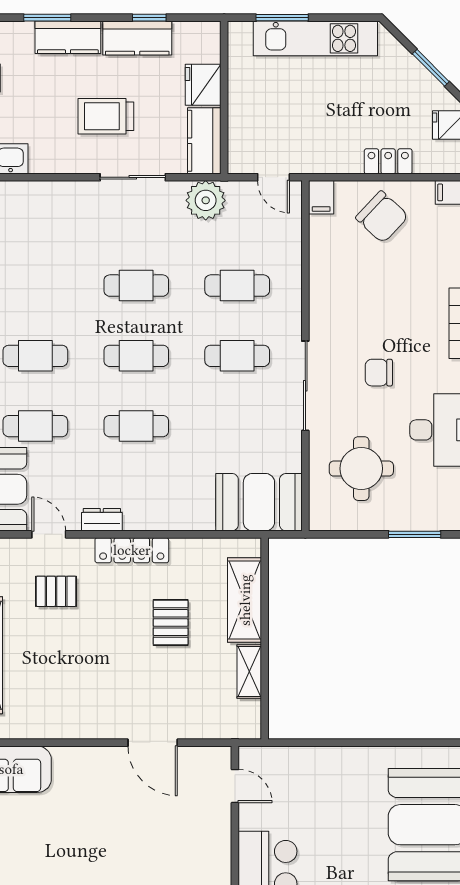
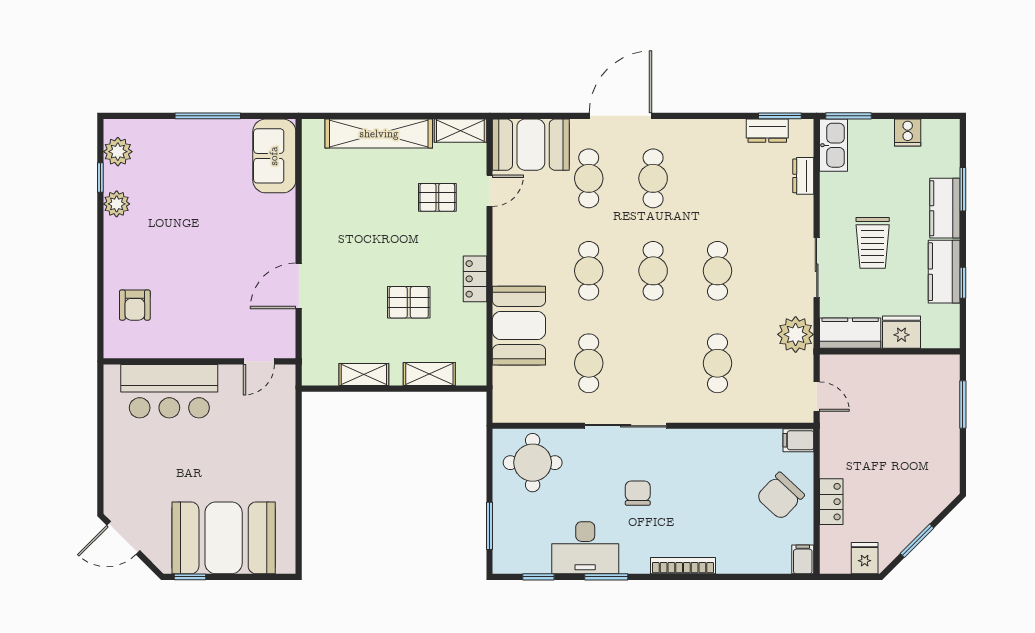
kitchen unit: (315, 38) -> (944, 435), removed
trolley: (106, 116) -> (873, 243), turned 180
door: (274, 177) -> (817, 397), swing flipped
cafe table: (237, 356) -> (589, 363), moved
round table: (361, 469) -> (533, 463), moved
booth: (259, 502) -> (519, 326), moved
dresser: (102, 520) -> (803, 176), moved, turned 180
locker: (132, 550) -> (475, 279), width x0.66
pallet: (56, 591) -> (437, 197), turned 90
shelving: (245, 600) -> (429, 374), width x0.67, depth x0.75

